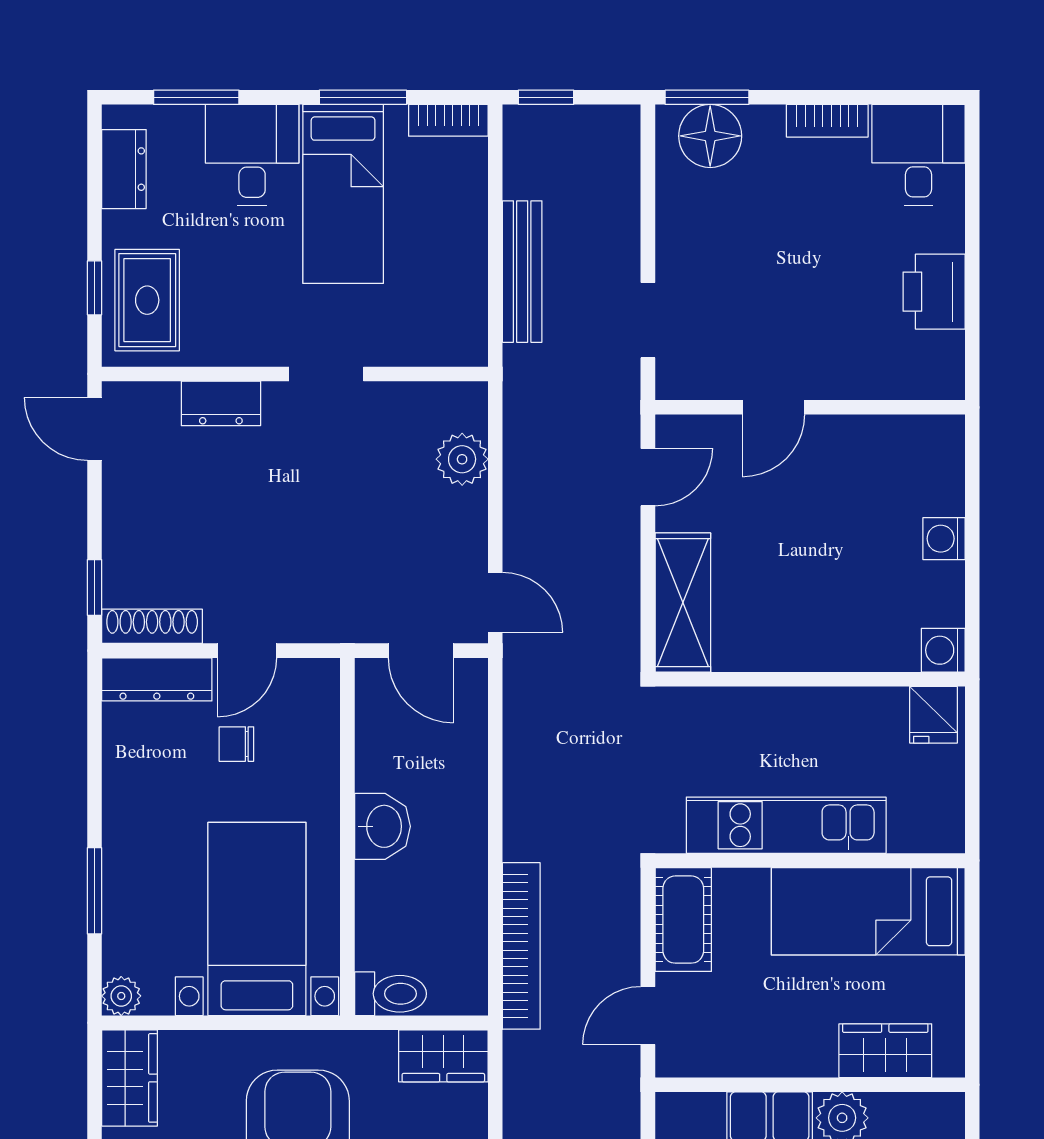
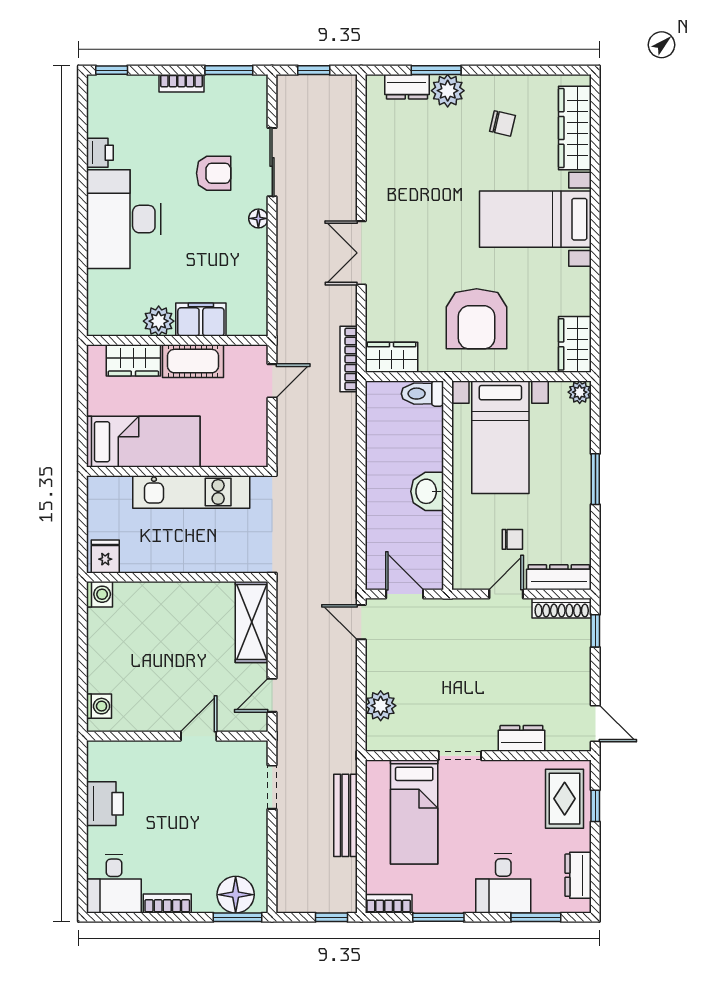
bed: (343, 194) -> (414, 812), moved, turned 180
washing machine: (944, 539) -> (99, 706), moved
window: (95, 891) -> (595, 479), moved
cot: (683, 920) -> (193, 361), moved, turned 90
bookcase: (521, 946) -> (349, 359), moved, width x0.68, depth x0.76

